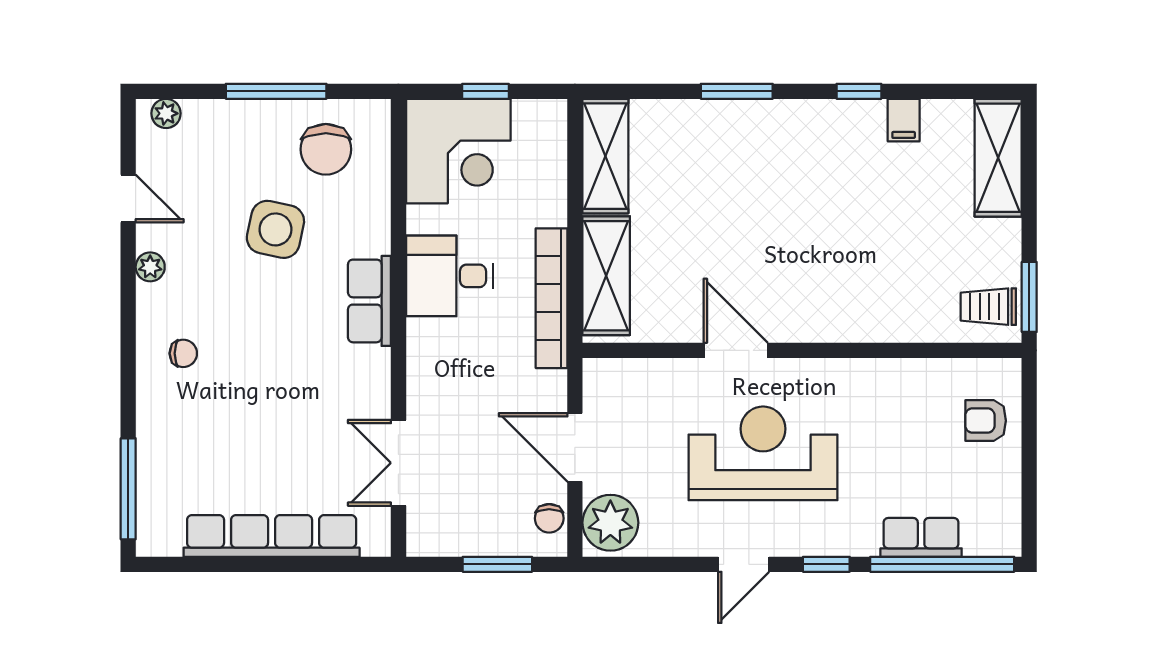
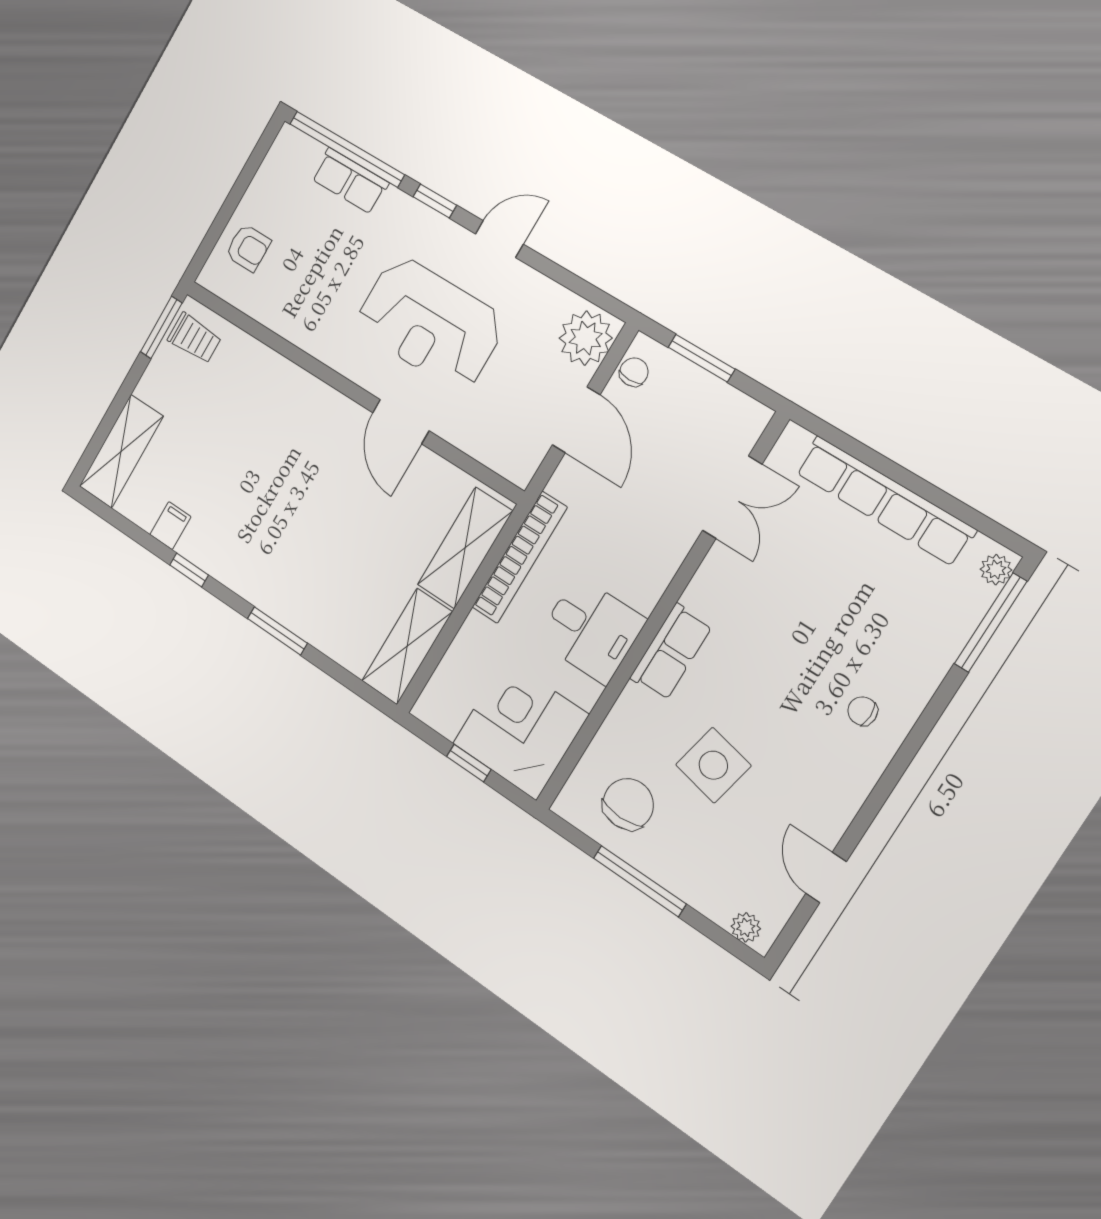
plant: (150, 267) -> (996, 570), moved

